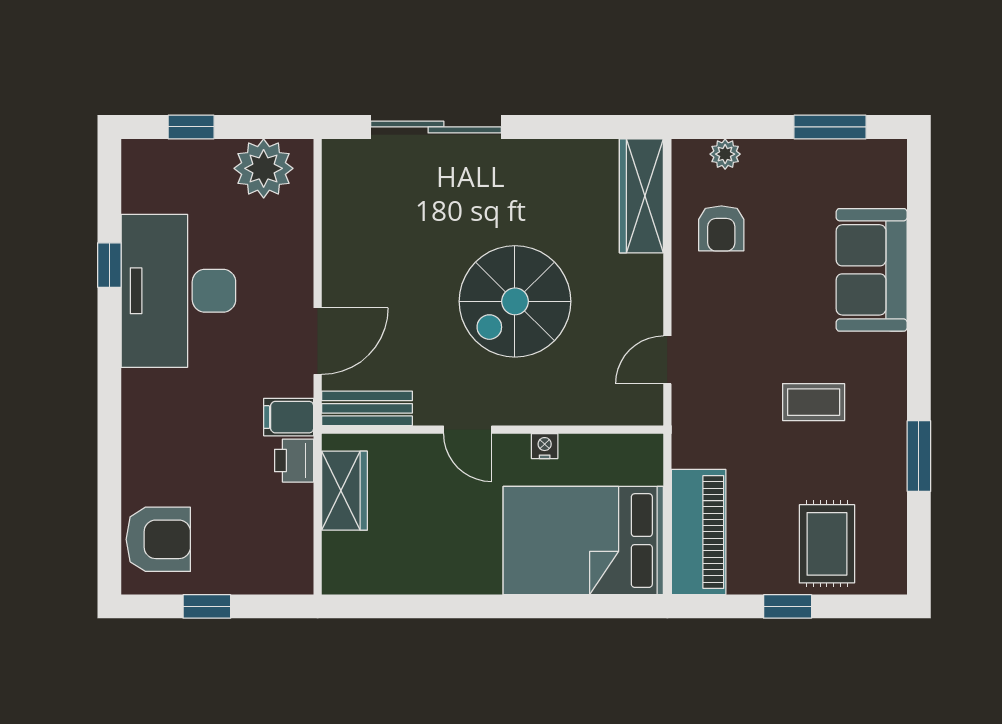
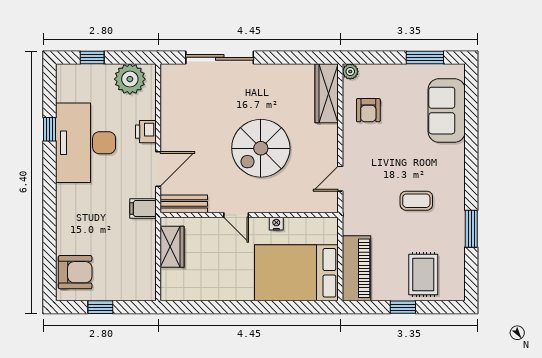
plant: (725, 154) -> (350, 72), moved
sofa: (872, 270) -> (447, 111), moved
printer: (294, 461) -> (146, 132), moved

